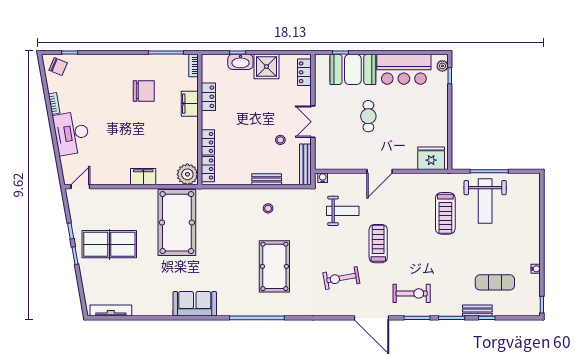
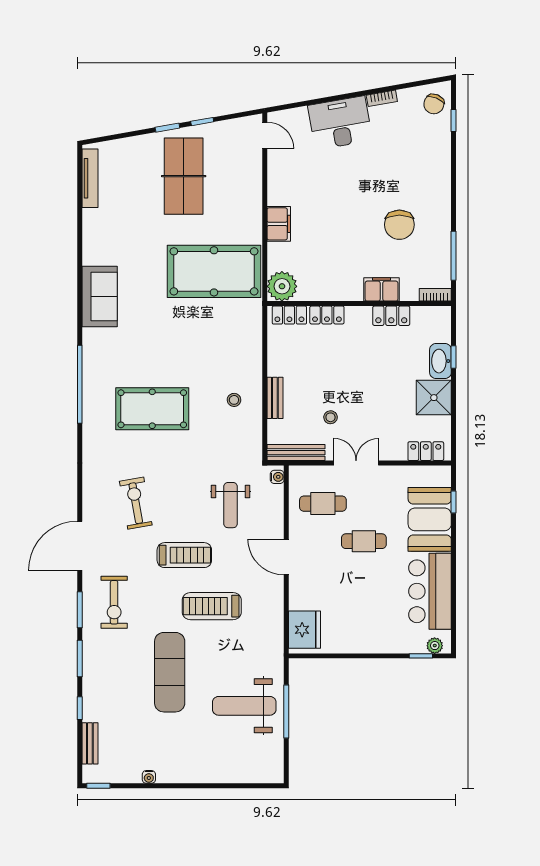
cafe table: (342, 145) -> (323, 504), added
treadmill: (445, 213) -> (212, 606), moved
exercise mat: (495, 282) -> (170, 672), moved, width x1.36, depth x1.45
bench: (477, 311) -> (90, 743), moved

